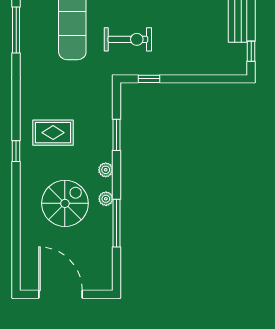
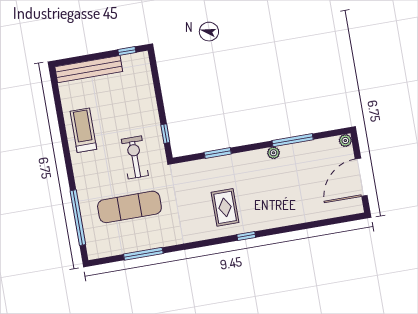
plant: (106, 170) -> (345, 141), moved
spiral stairs: (65, 203) -> (283, 187), removed

